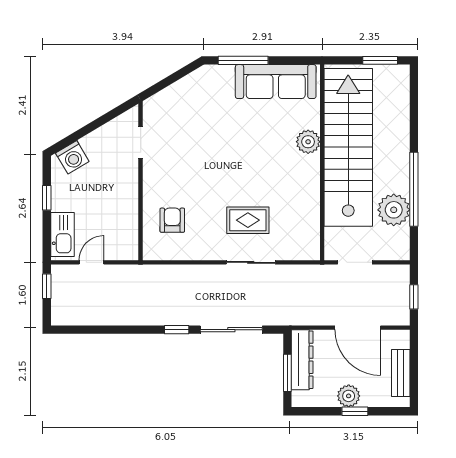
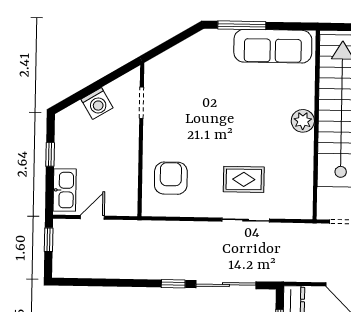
plant: (308, 142) -> (303, 121), moved
washing machine: (72, 157) -> (97, 103), moved
armchair: (172, 220) -> (171, 178), width x1.38, depth x1.38

